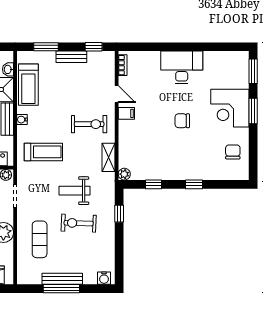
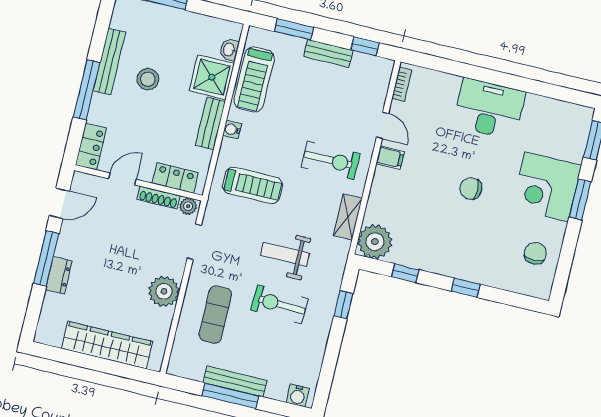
plant: (124, 174) -> (375, 242), width x1.88, depth x1.88

